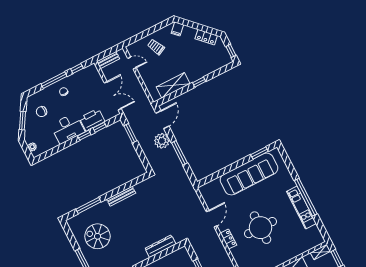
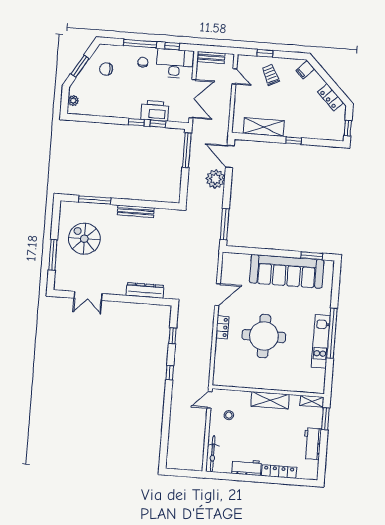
window: (143, 35) -> (265, 53), added
door: (162, 120) -> (230, 157), swing flipped
desk: (68, 128) -> (175, 63), moved, turned 180
window: (130, 133) -> (187, 150), width x1.44
window: (179, 153) -> (225, 224), moved

